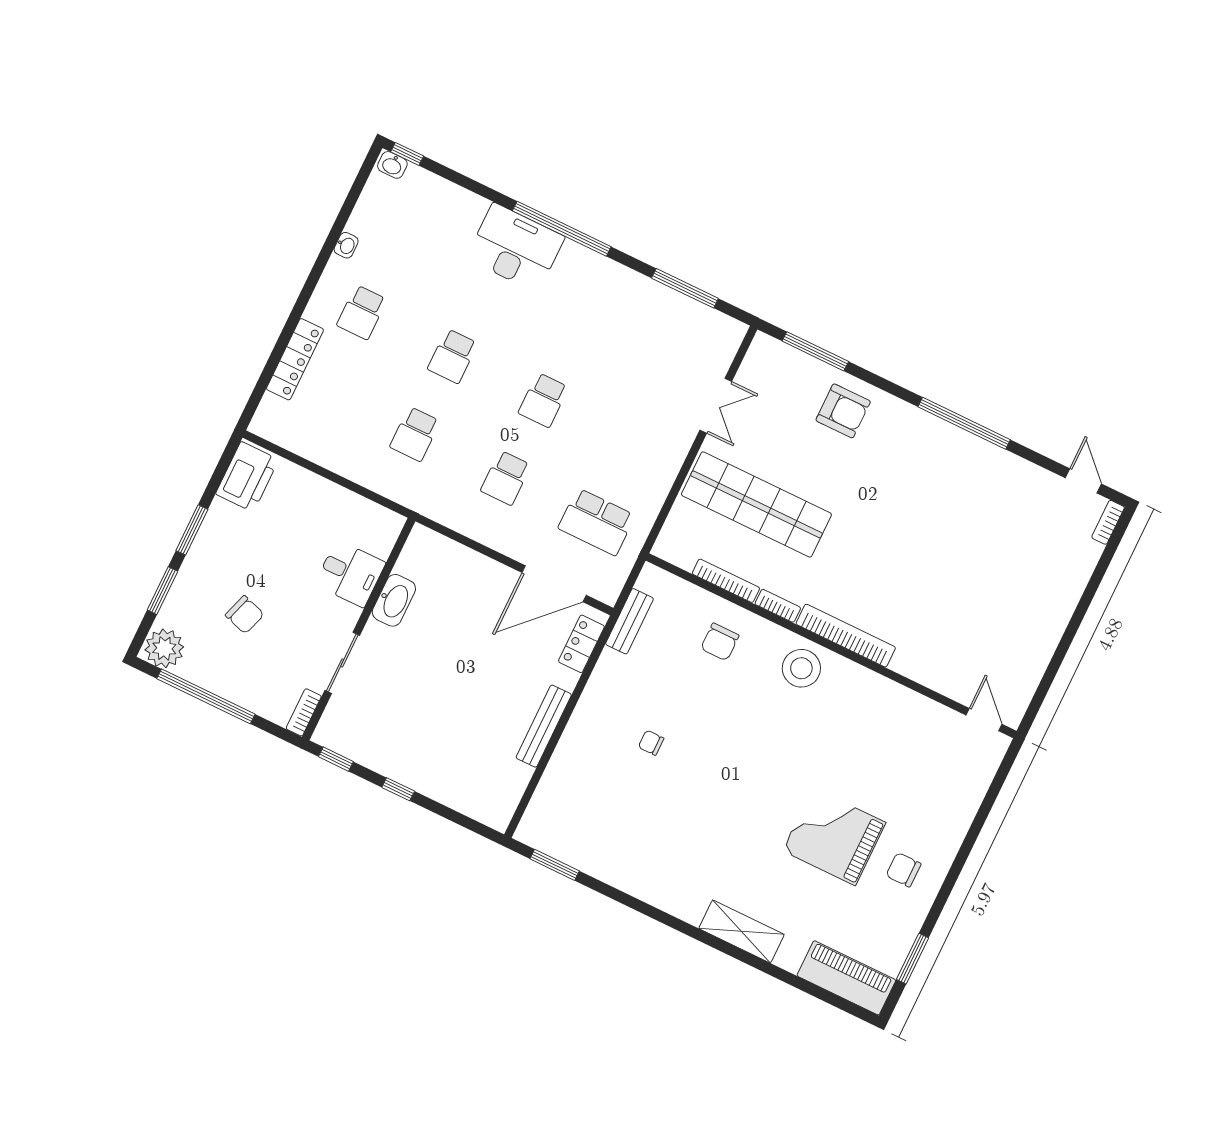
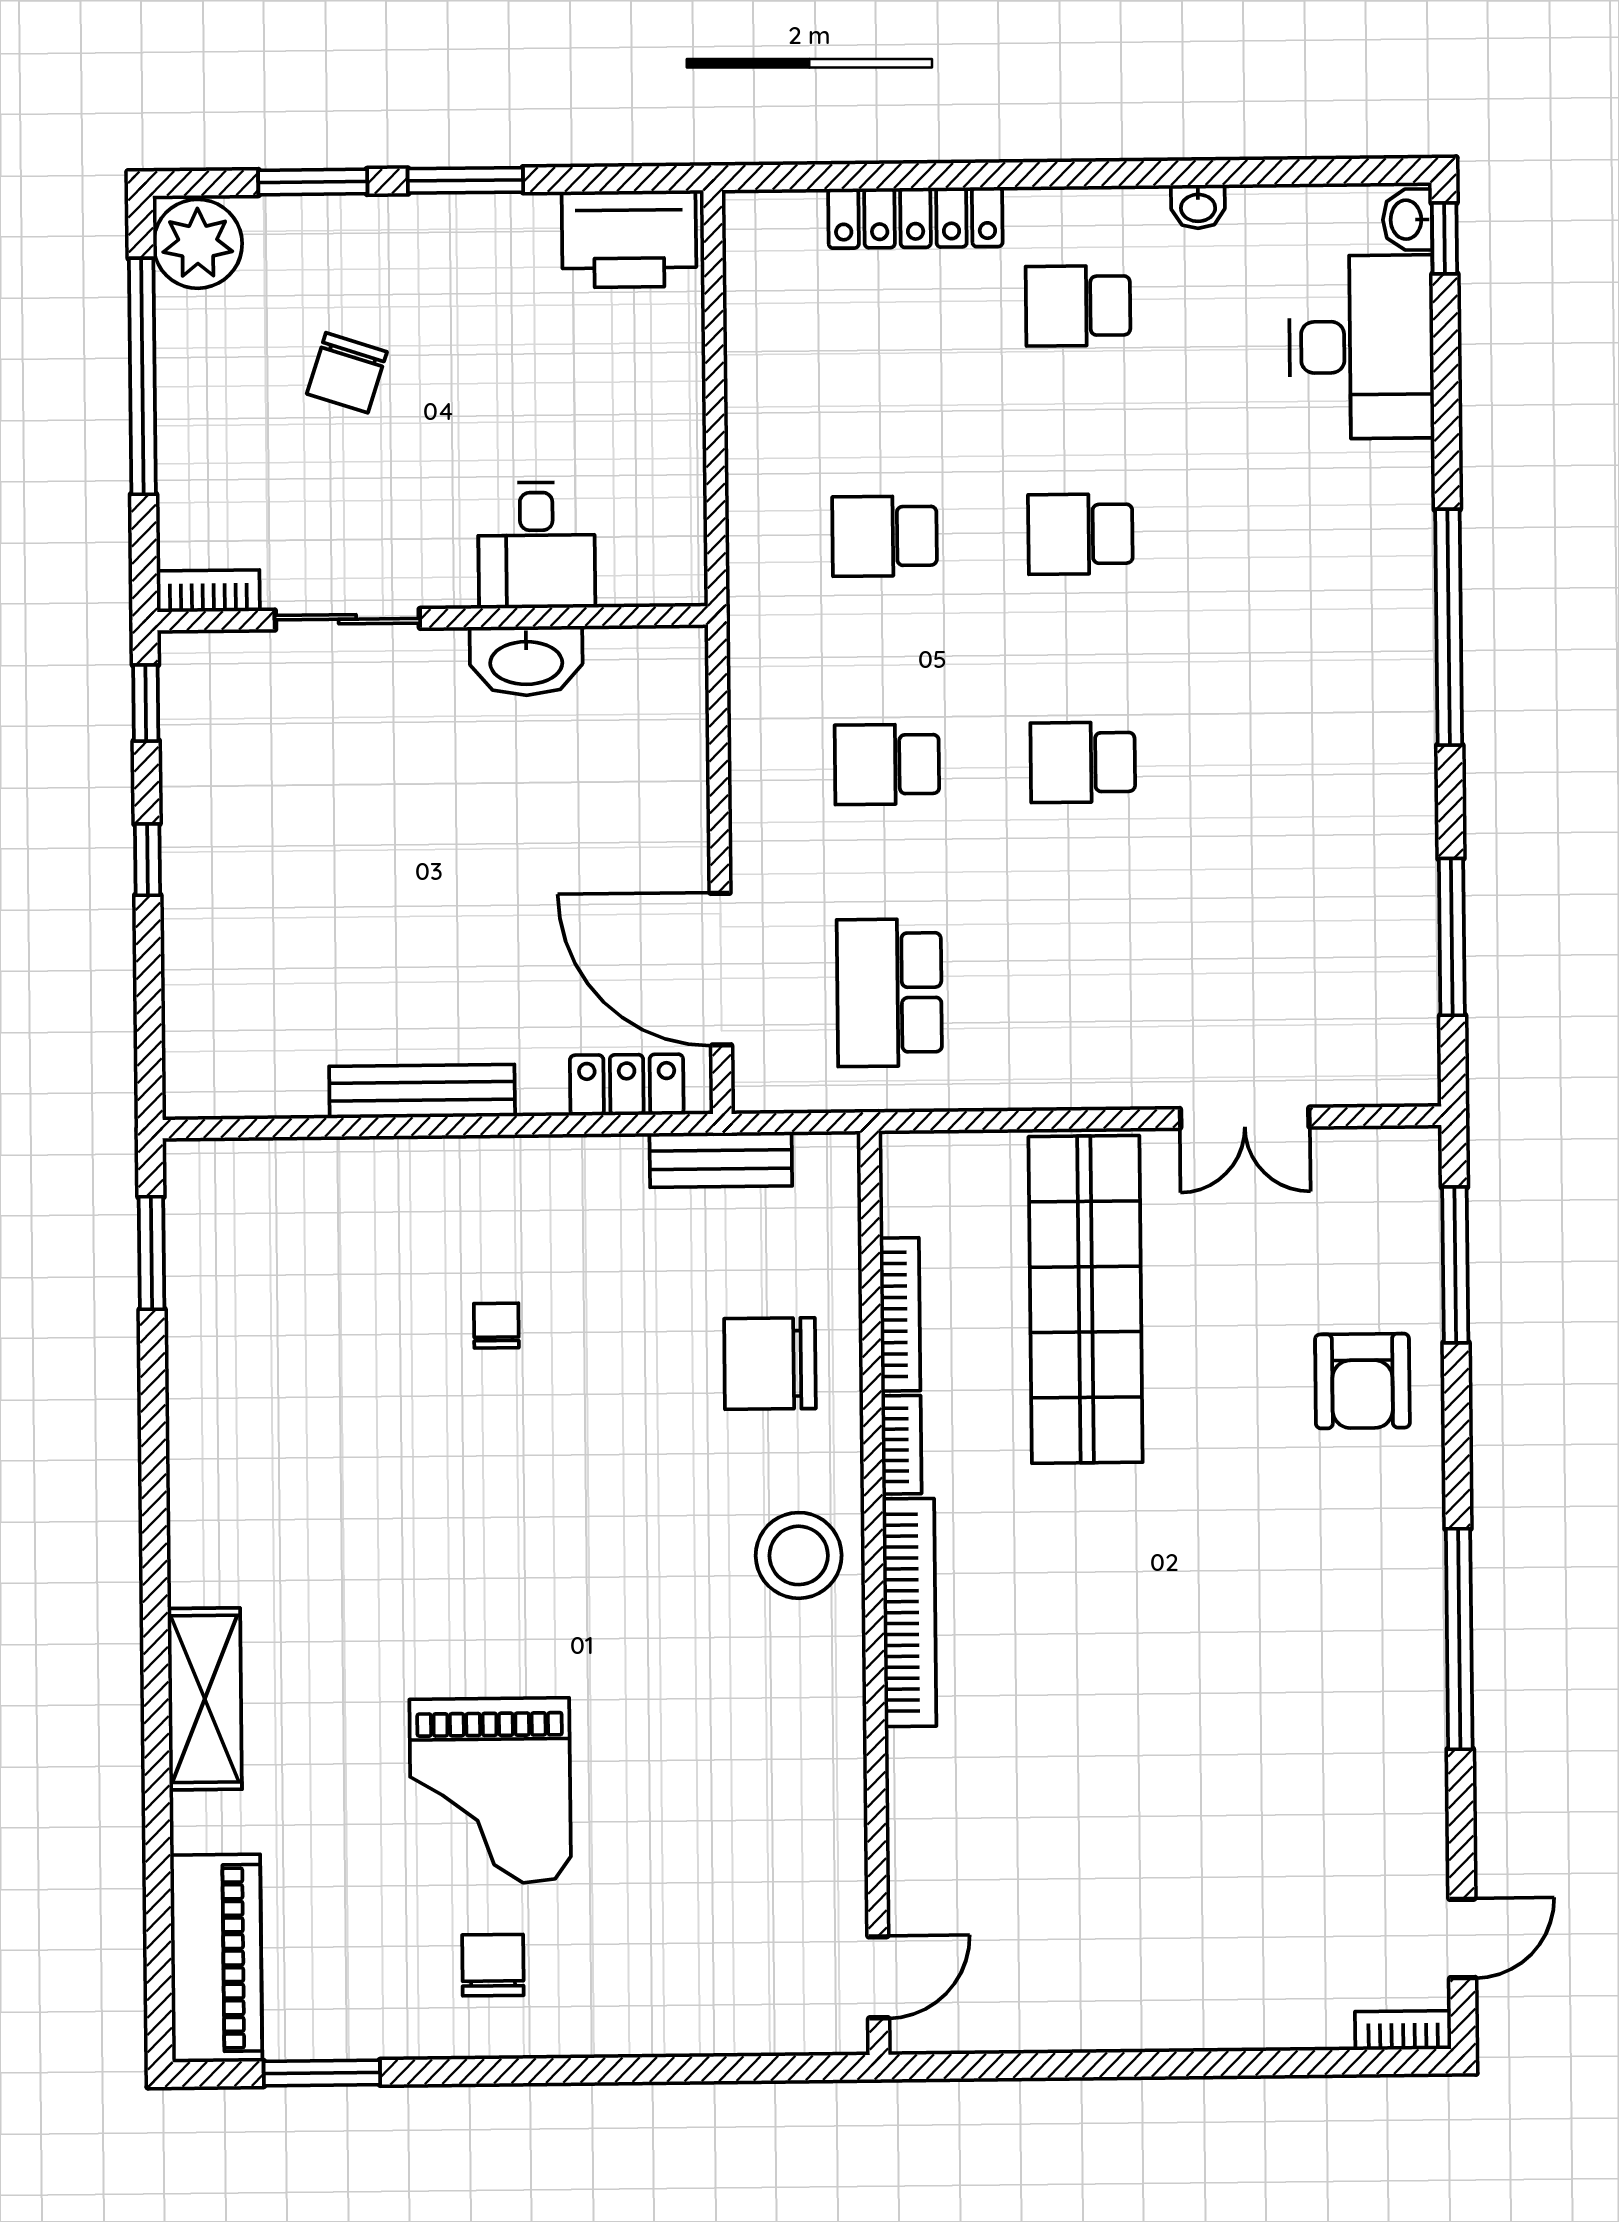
desk: (515, 248) -> (1362, 347), moved
chair: (720, 642) -> (770, 1364), width x1.37, depth x1.37
grand piano: (834, 837) -> (490, 1791), turned 180

